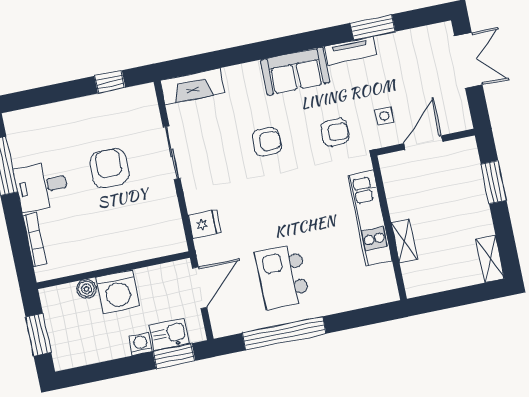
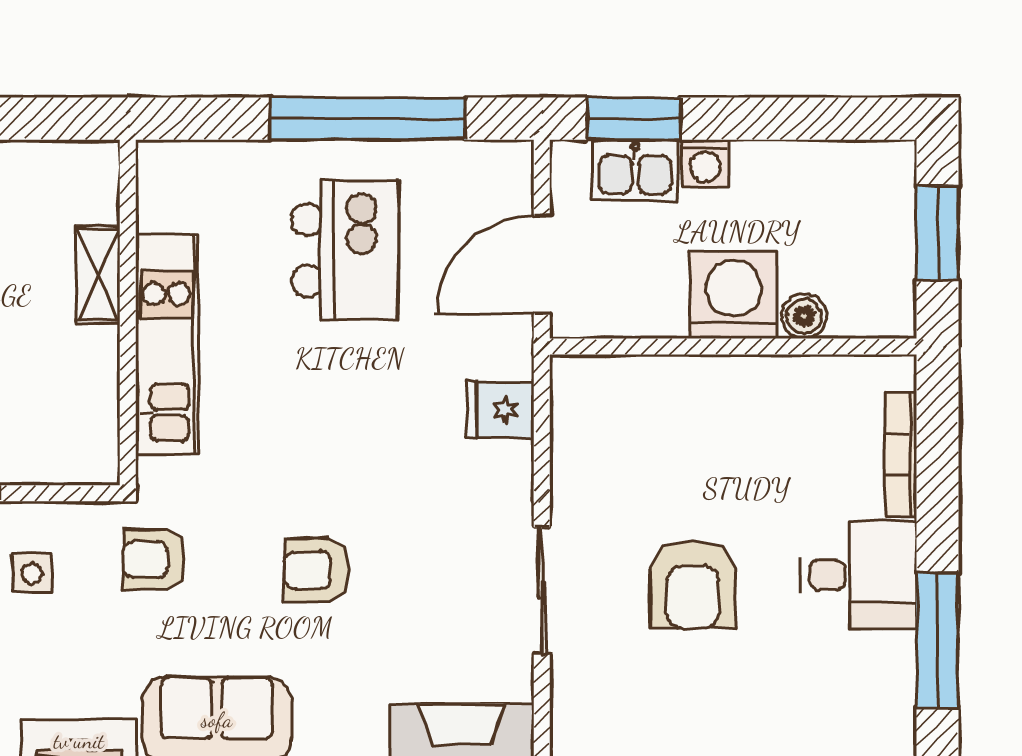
kitchen unit: (370, 218) -> (167, 344), moved
wall: (389, 228) -> (128, 313), moved
shelving: (404, 241) -> (98, 275), moved

